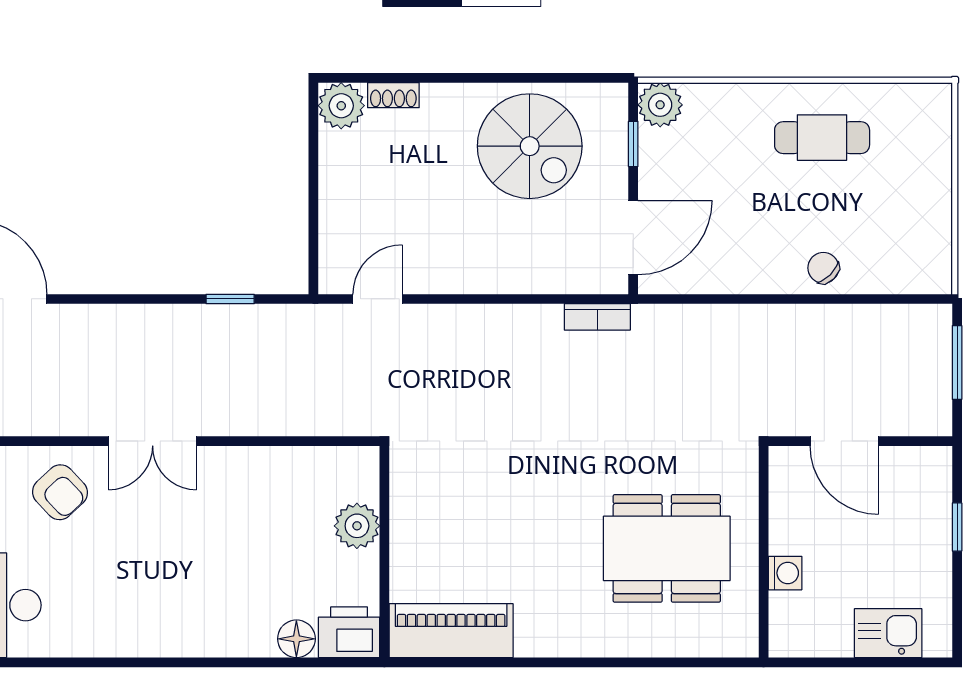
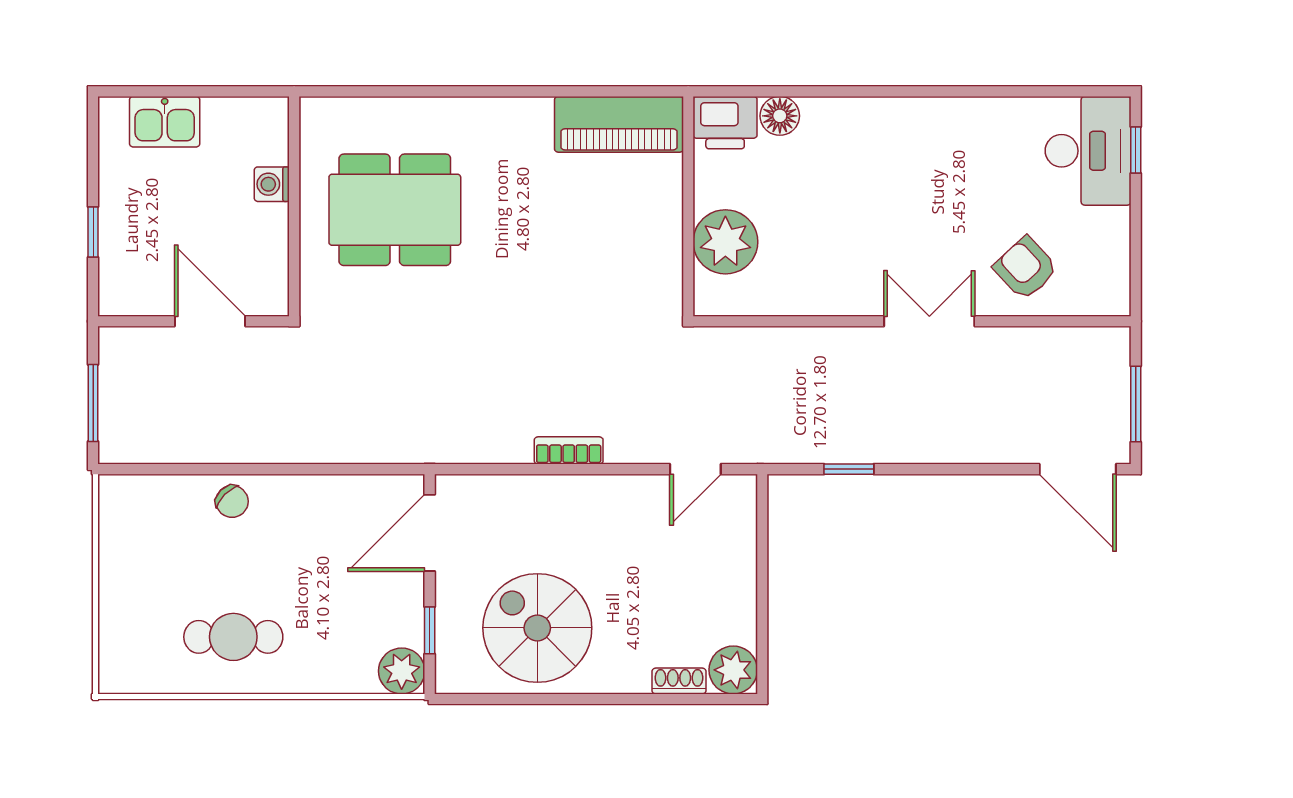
bookcase: (597, 317) -> (569, 450), moved
plant: (357, 526) -> (725, 242), width x1.36, depth x1.36

